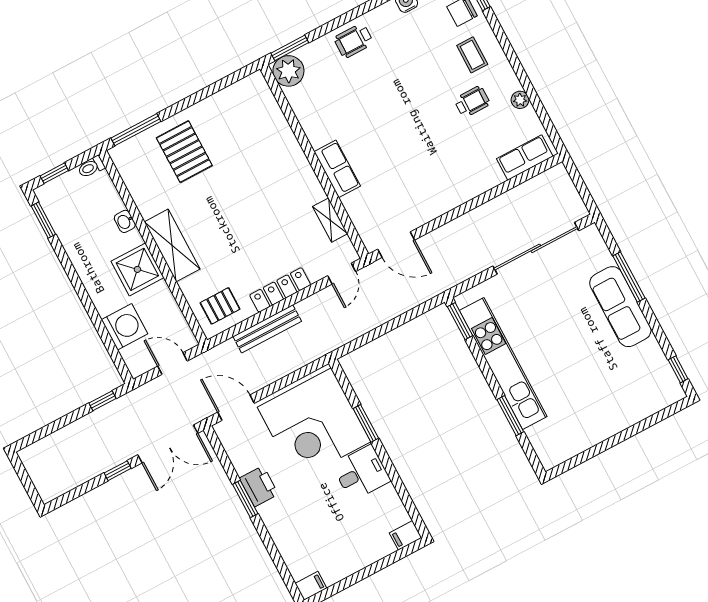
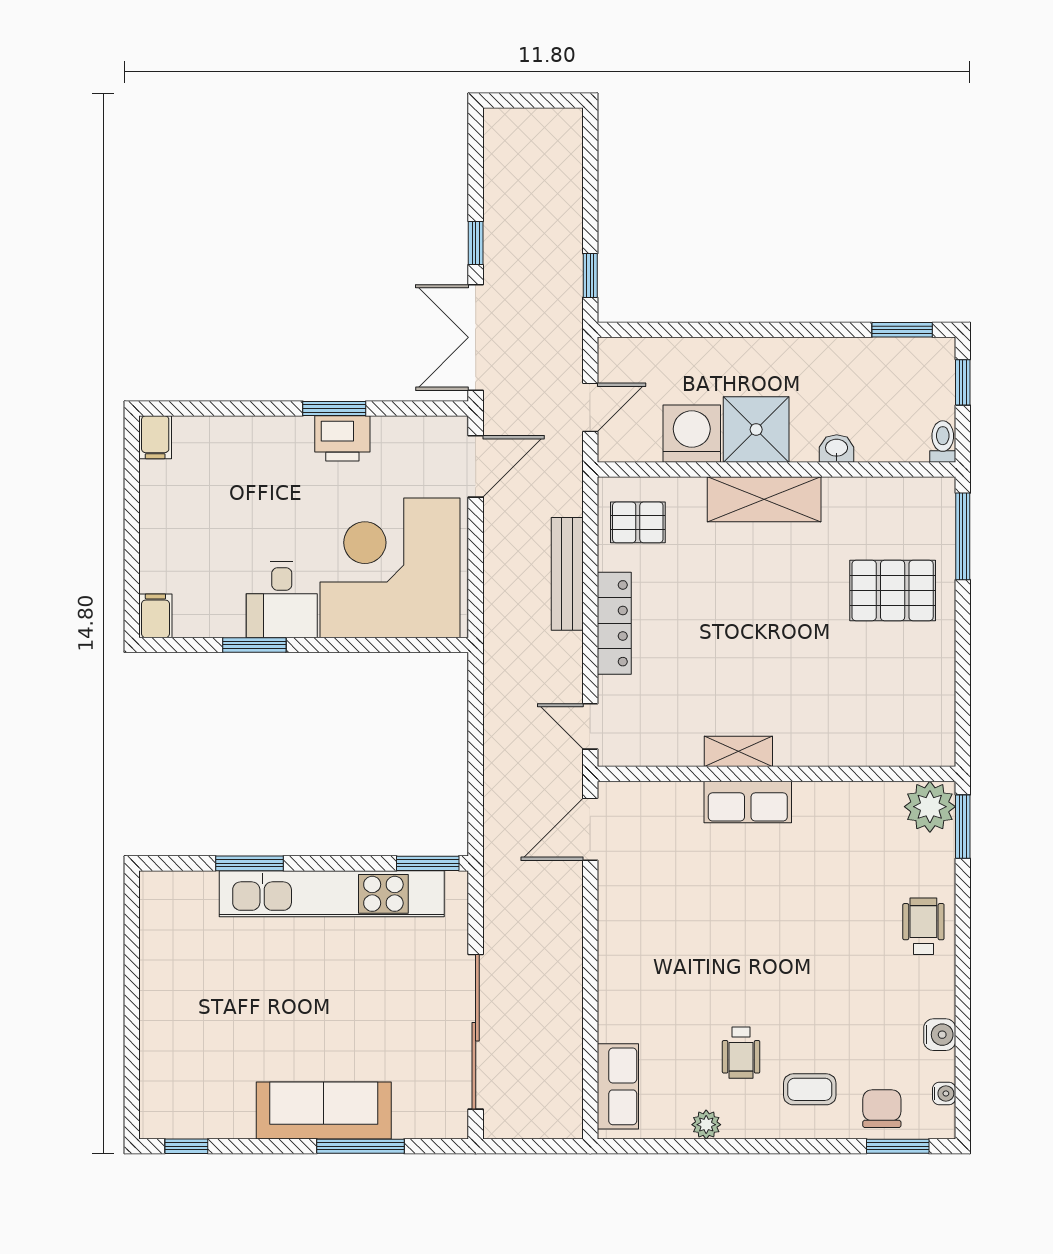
shelving: (330, 220) -> (738, 751), moved
pallet: (220, 306) -> (638, 522), turned 90
washing machine: (124, 327) -> (692, 434), moved, turned 180
window: (366, 423) -> (254, 645), moved

